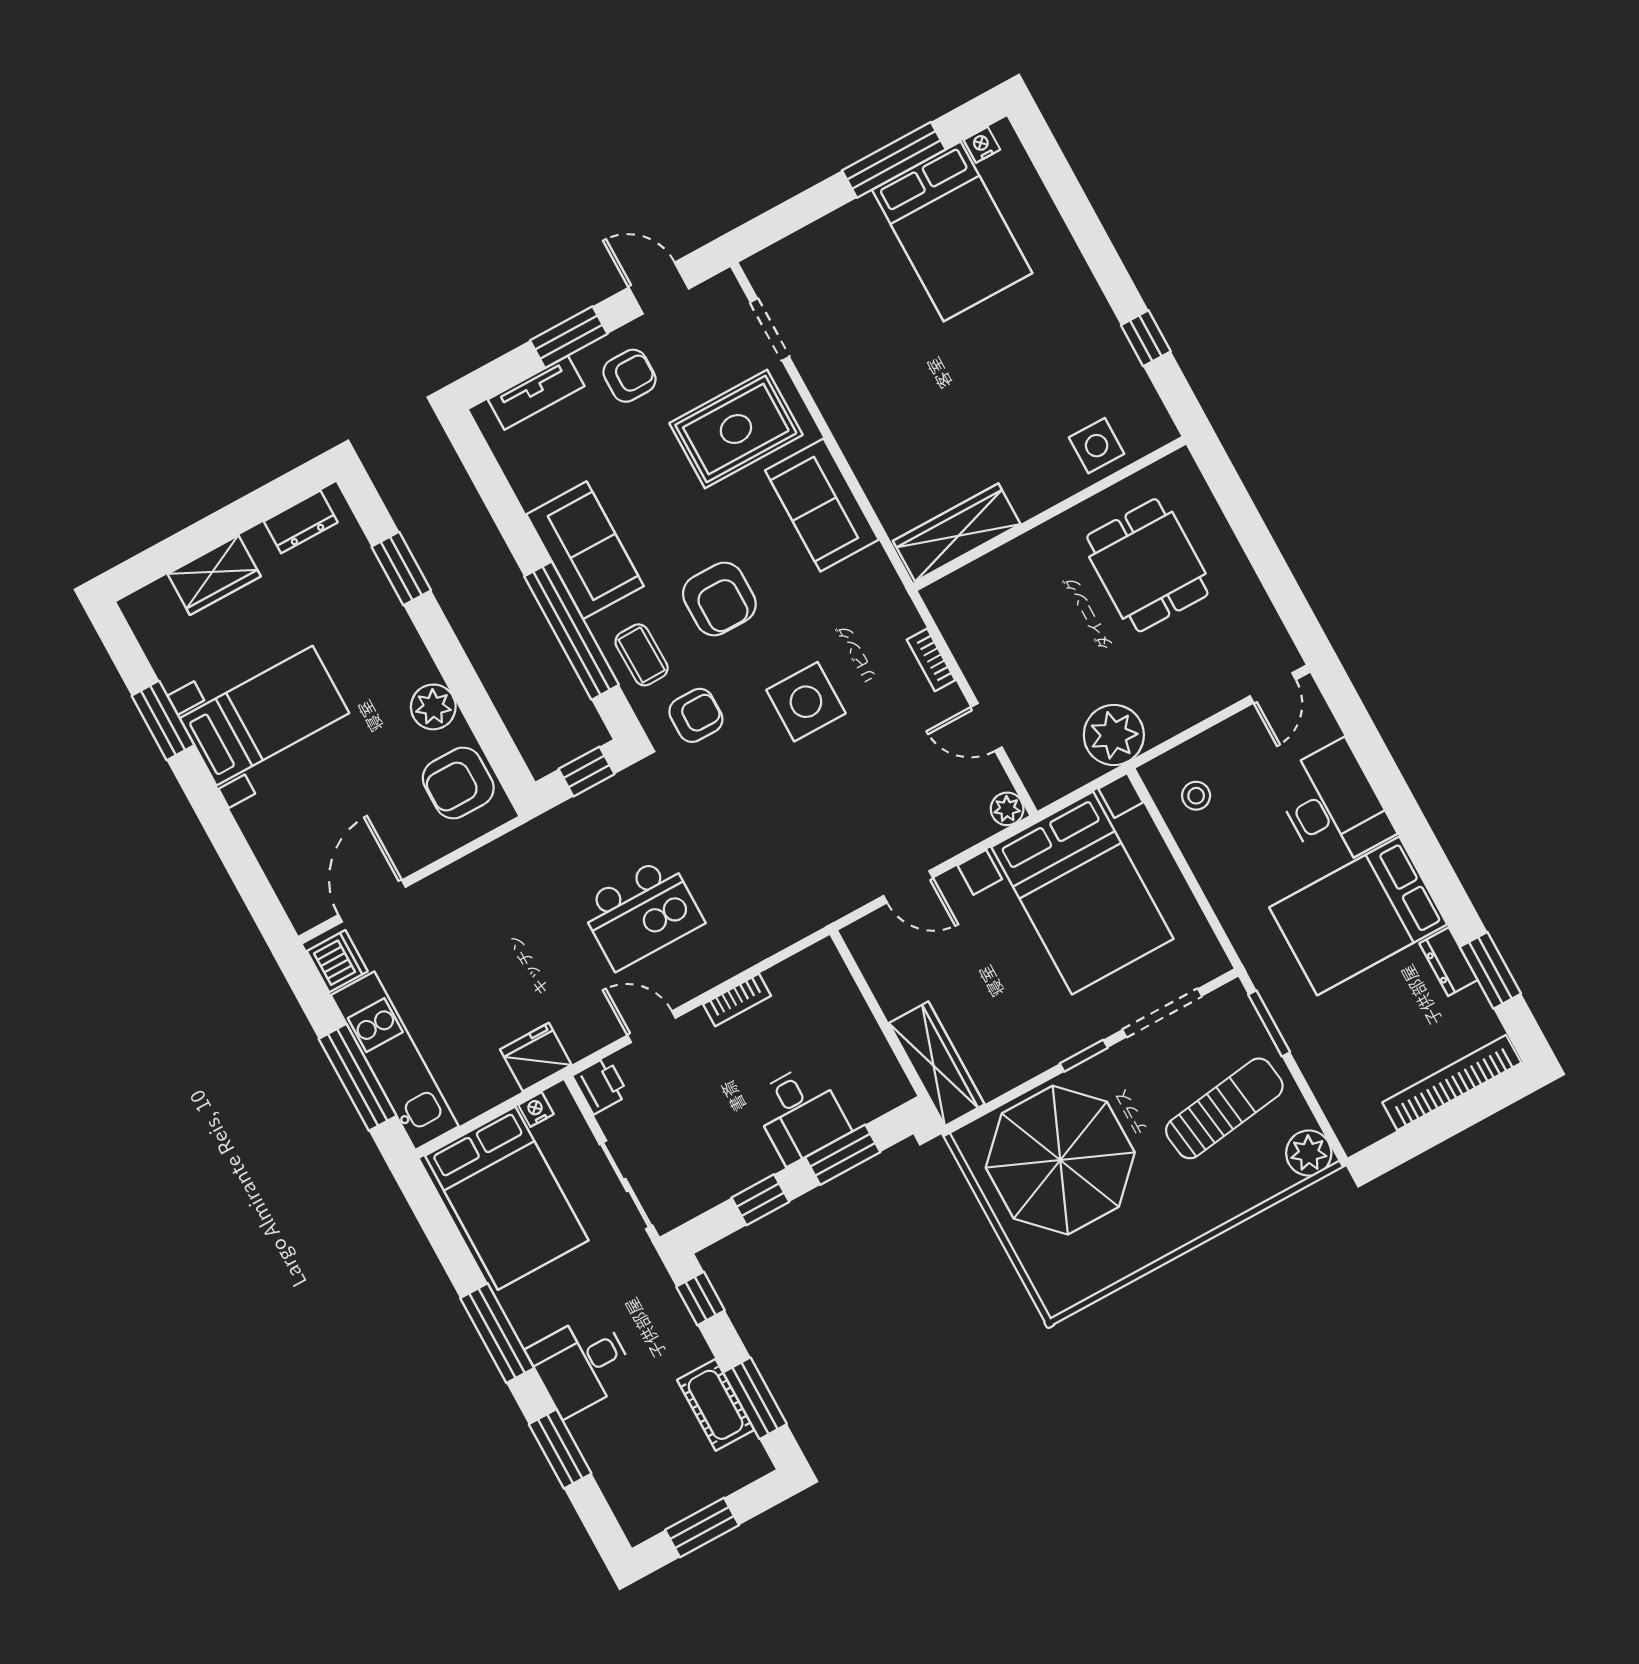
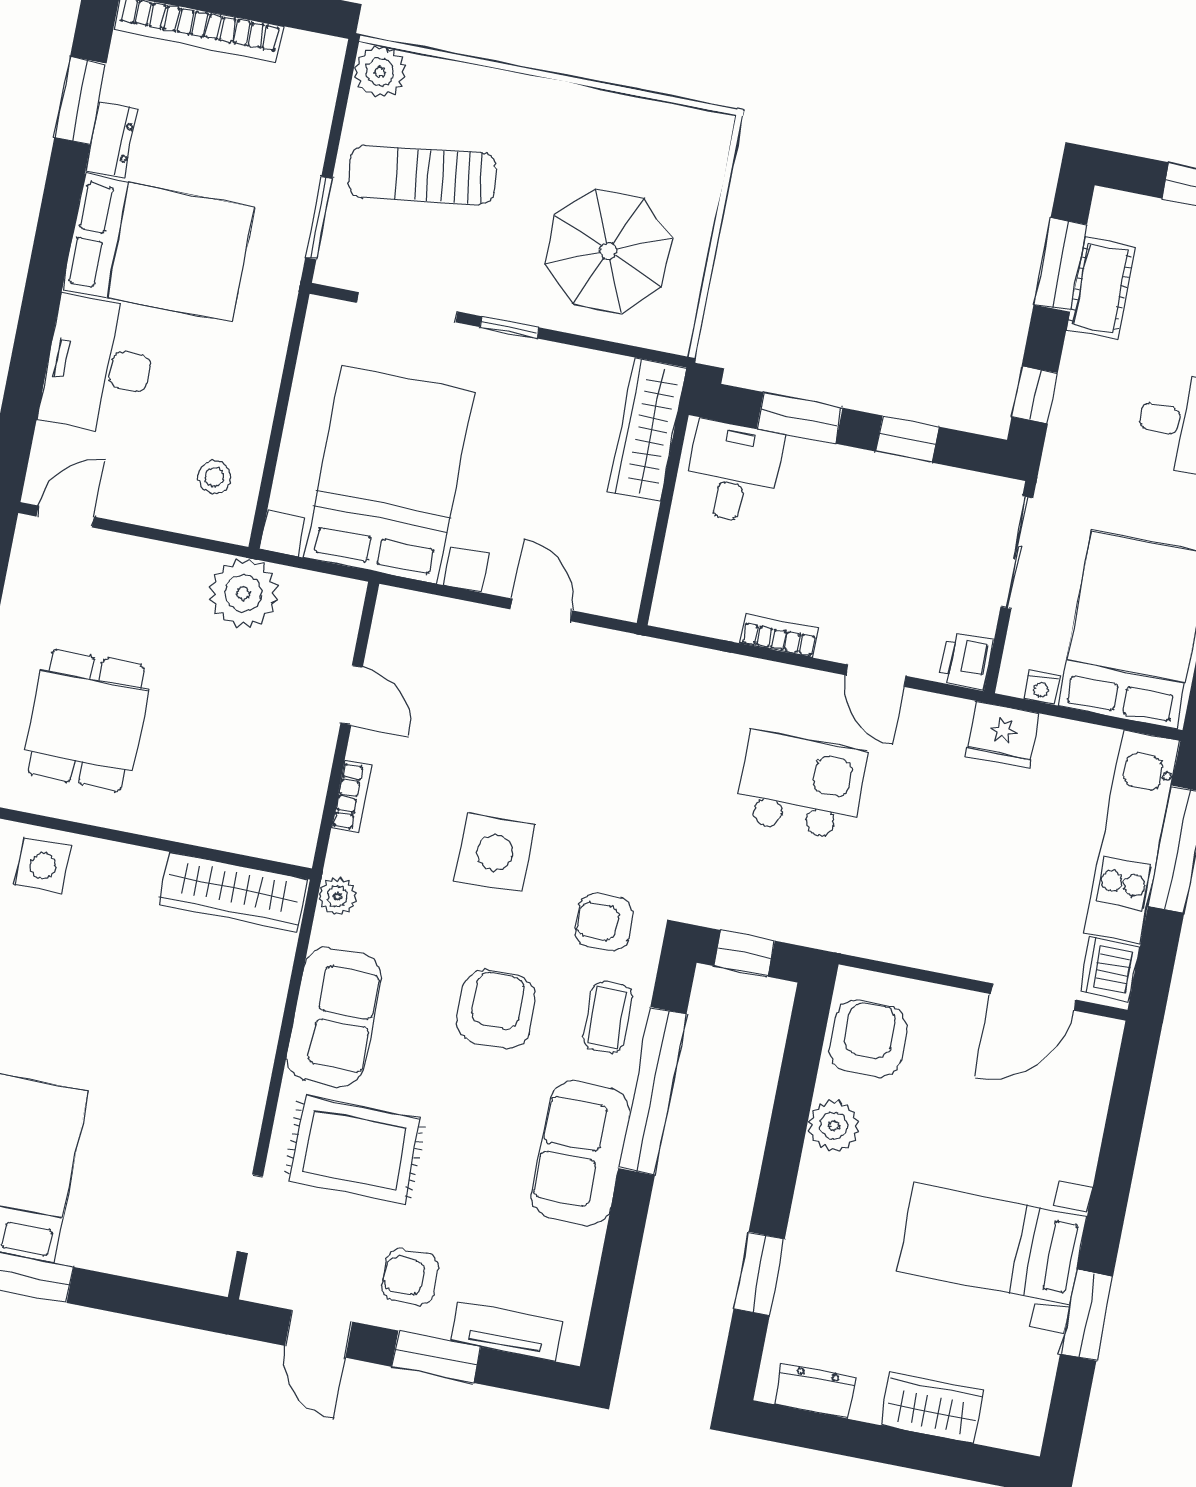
armchair: (458, 783) -> (868, 1039), turned -90
plant: (1007, 809) -> (337, 896), moved
desk: (800, 1114) -> (733, 472), moved
parasol: (1060, 1160) -> (608, 251), width x0.73, depth x0.73

